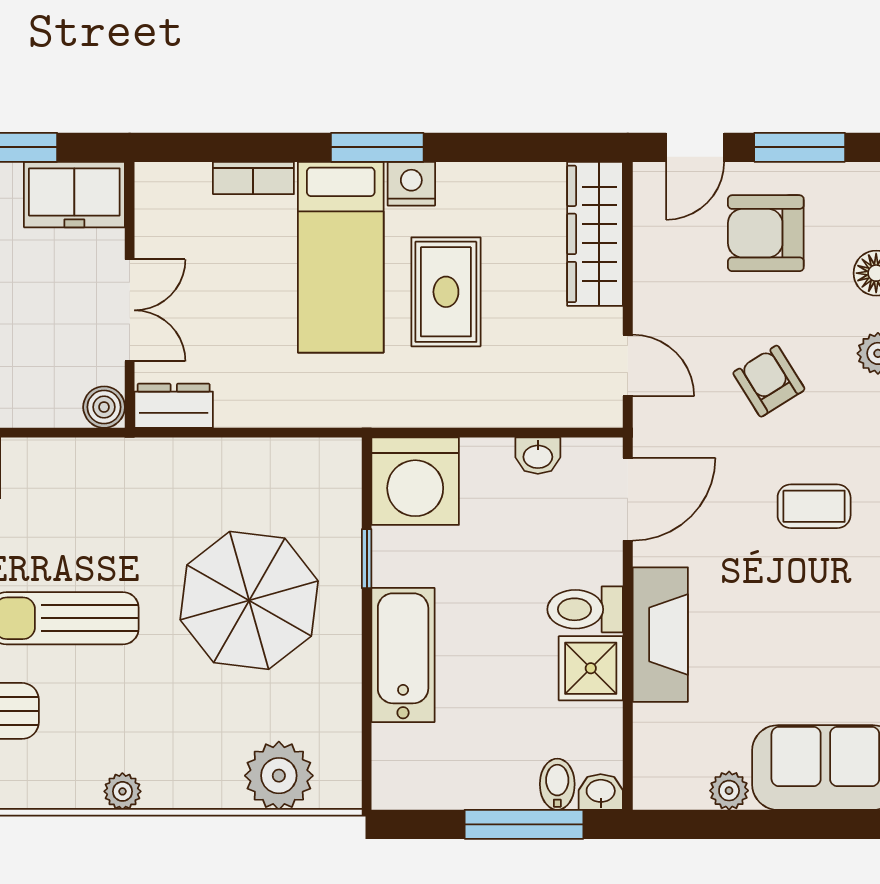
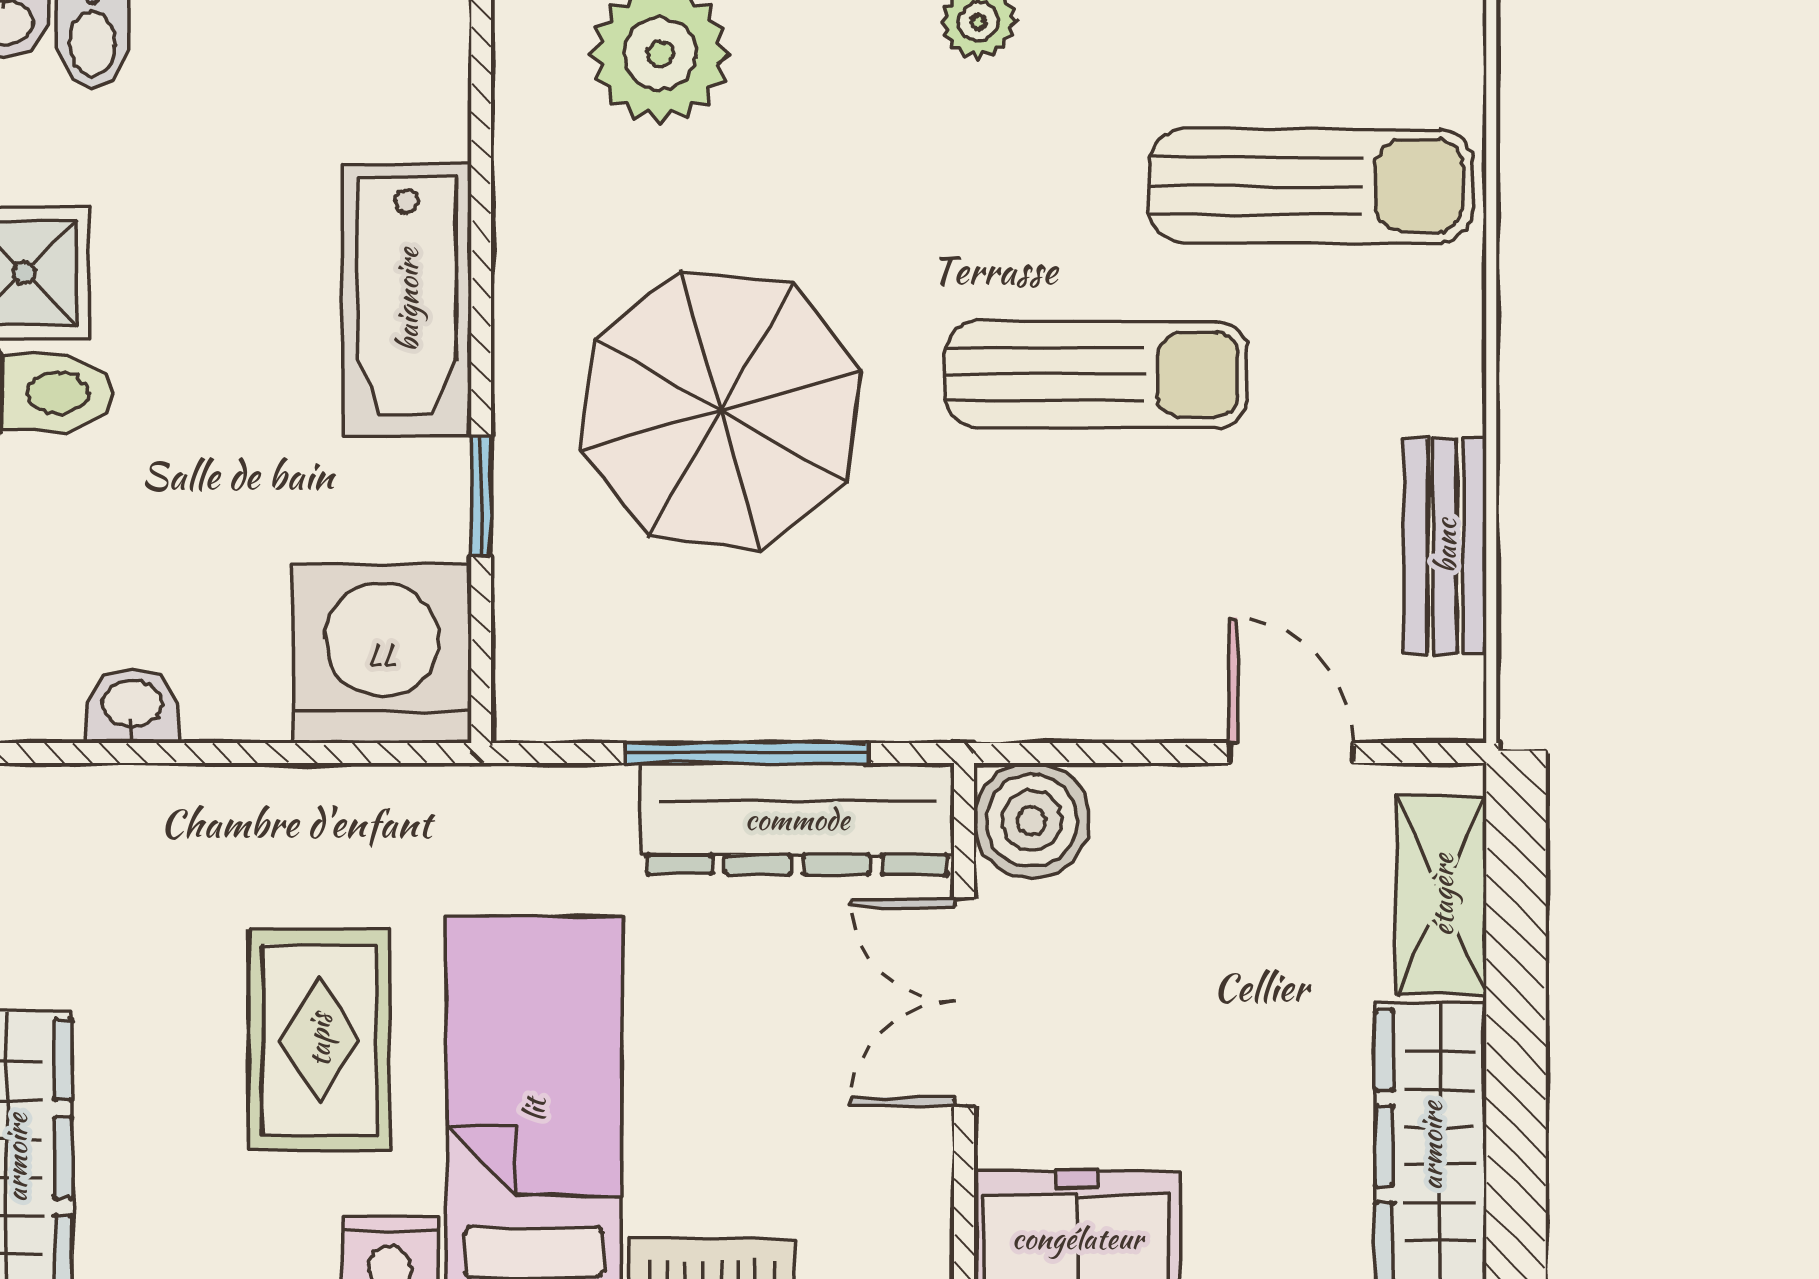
dresser: (174, 406) -> (797, 819), width x1.96, depth x1.24
boiler: (104, 407) -> (1032, 821), width x1.36, depth x1.36
window: (236, 433) -> (746, 753), added

